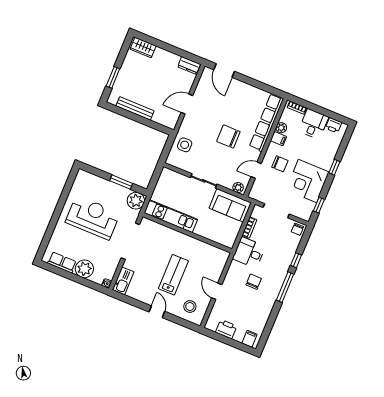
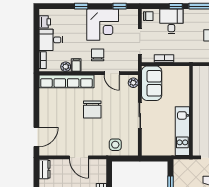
plant: (136, 201) -> (181, 167), removed
desk: (249, 253) -> (171, 21), moved, turned 180

